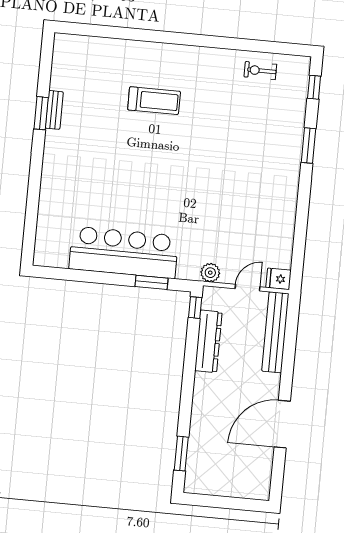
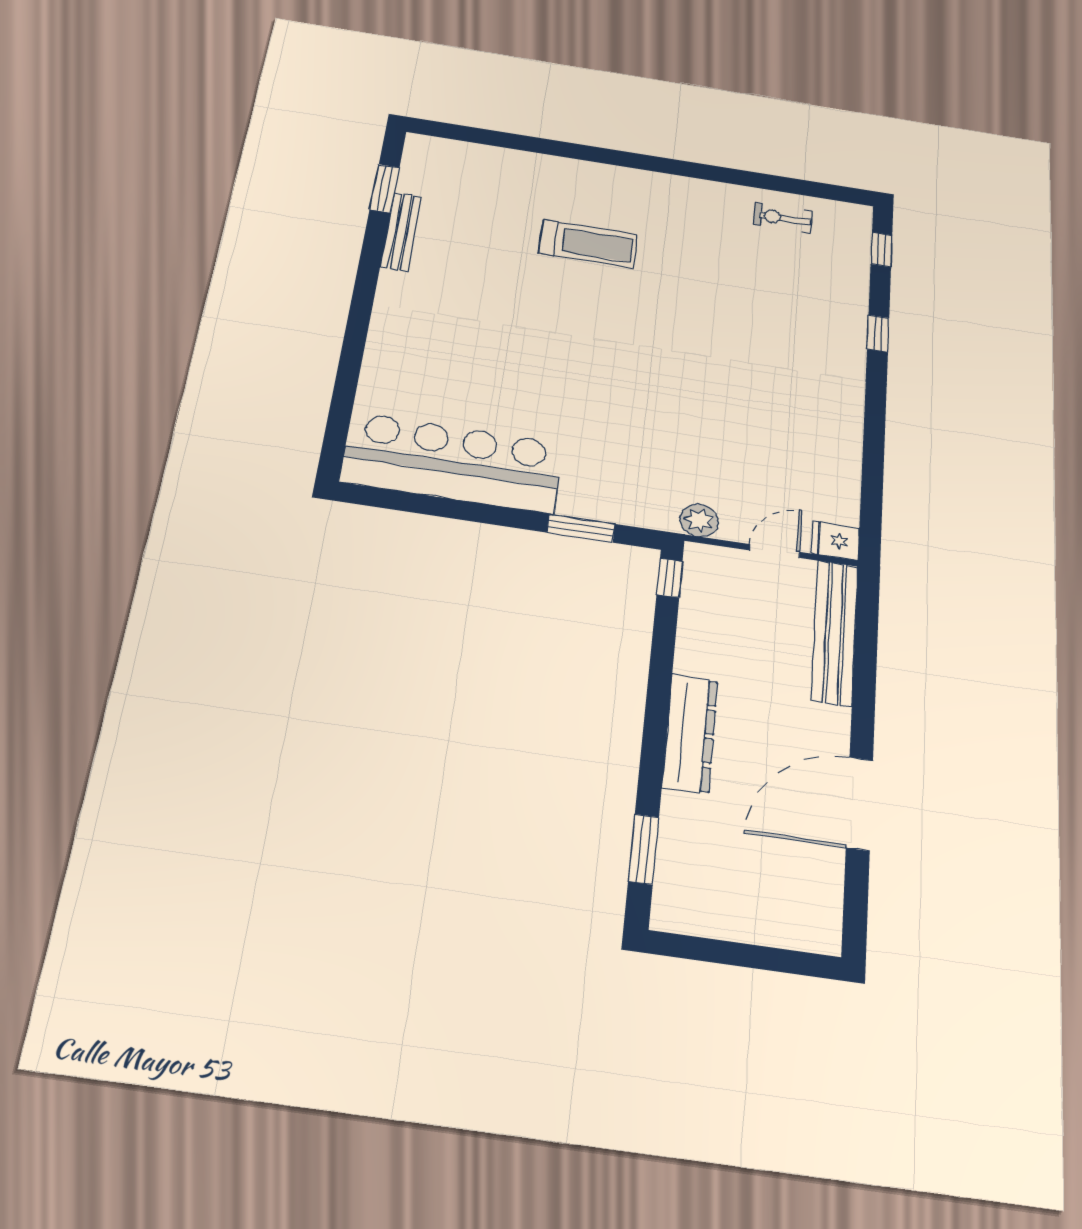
bench: (54, 110) -> (401, 232), width x1.36
window: (41, 113) -> (385, 189), moved
window: (309, 146) -> (878, 334), width x0.67
bar counter: (124, 252) -> (452, 463), moved
dresser: (208, 341) -> (690, 734), moved

